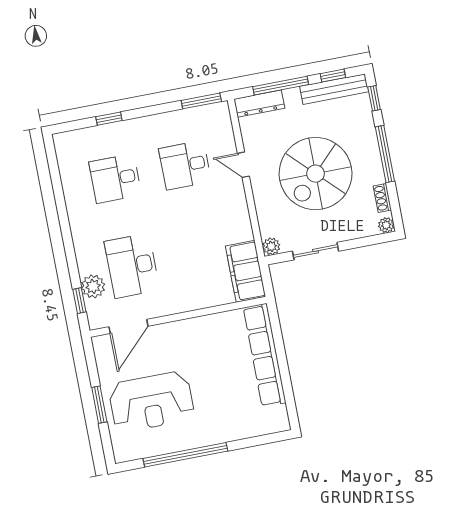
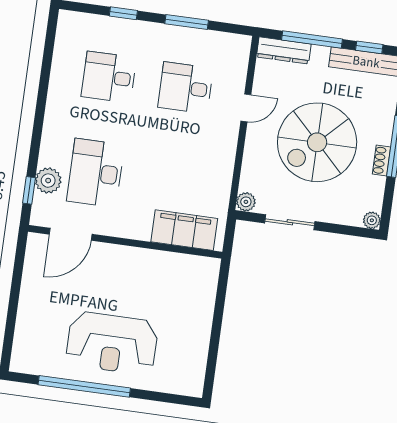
window: (201, 101) -> (187, 22), moved
door: (243, 165) -> (246, 108), swing flipped
shoe rack: (382, 198) -> (382, 161), moved
filing cabinet: (245, 271) -> (184, 230), moved, turned 90
row of seats: (265, 355) -> (201, 312), removed
reception desk: (151, 402) -> (112, 343), moved
window: (99, 405) -> (13, 305), removed

